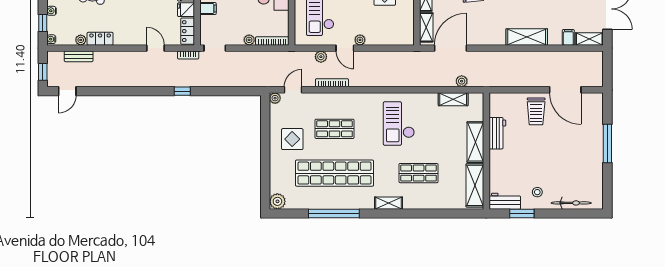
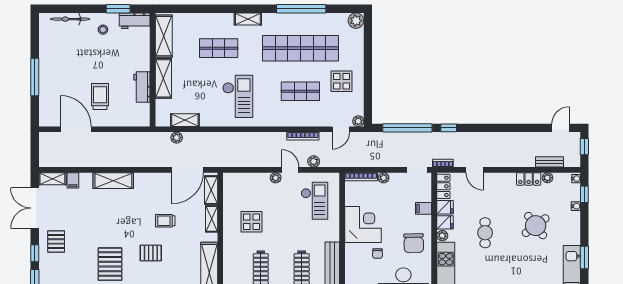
window: (225, 91) -> (407, 128), added
trolley: (536, 111) -> (100, 97), moved

